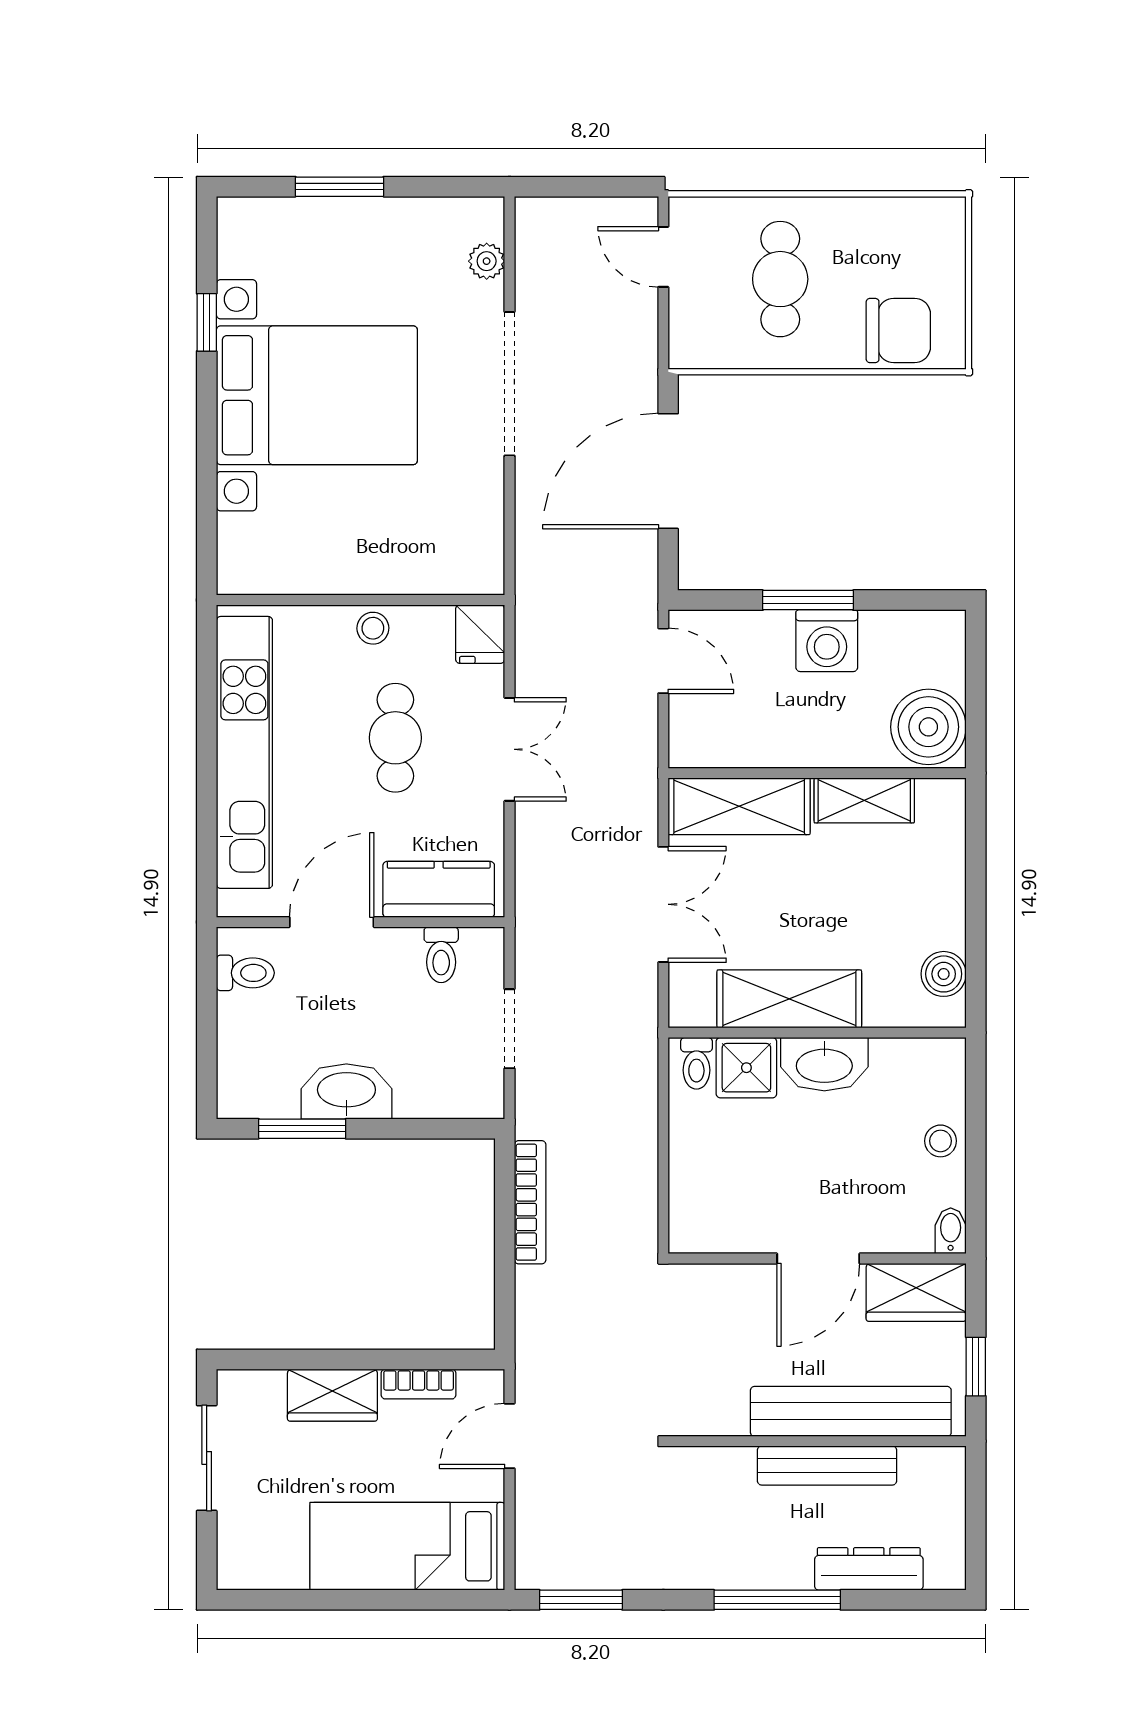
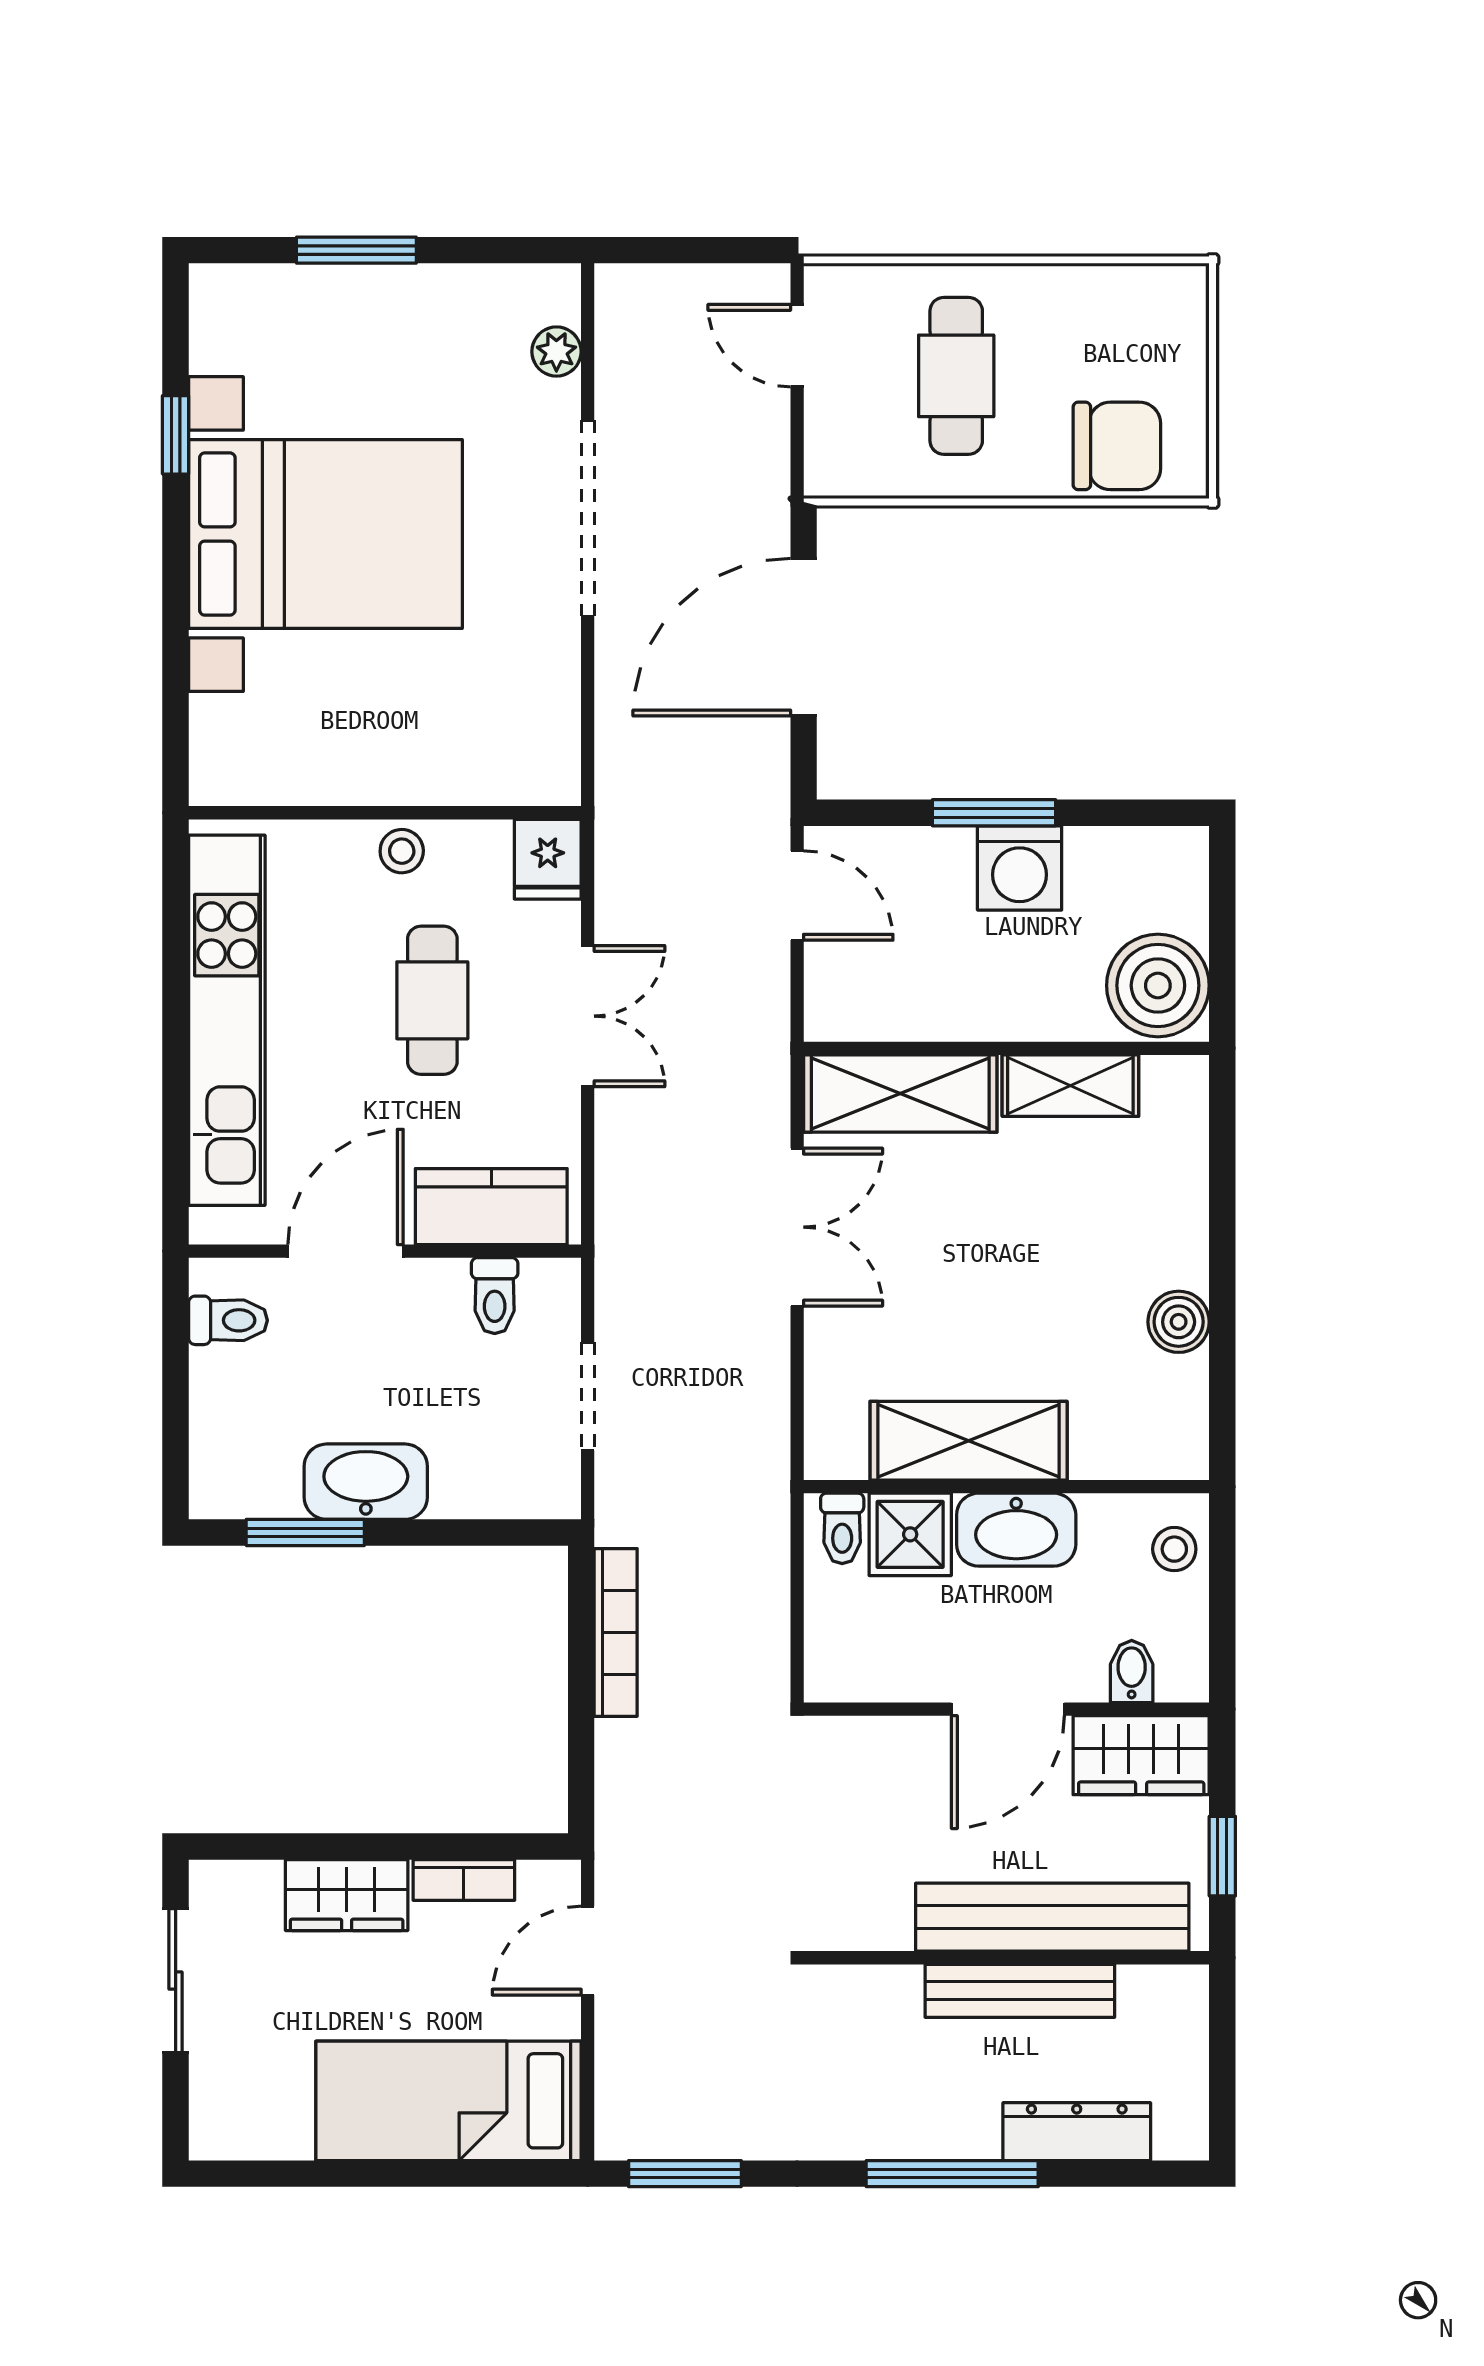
shelving: (789, 999) -> (969, 1441), moved
wall: (817, 1033) -> (1006, 1487), moved
toilet: (696, 1063) -> (842, 1528), moved
washbasin: (824, 1064) -> (1016, 1530), moved
shower: (746, 1068) -> (910, 1534), moved
bidet: (951, 1231) -> (1132, 1671), moved

